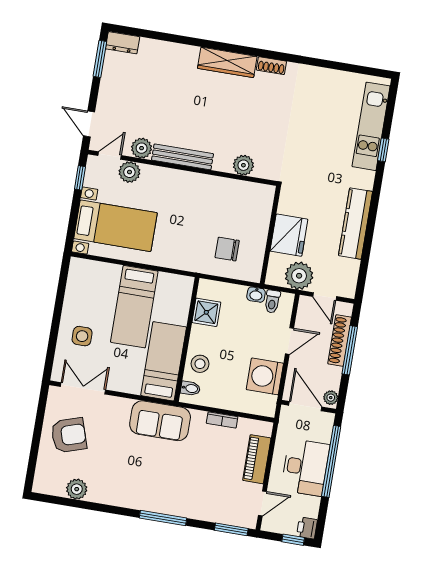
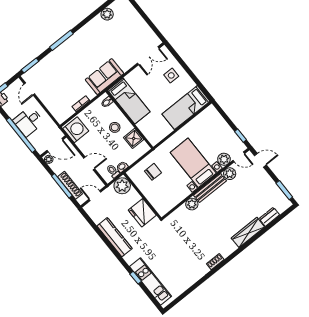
dresser: (123, 43) -> (269, 217), moved
wardrobe: (227, 62) -> (248, 232), moved
door: (110, 156) -> (239, 157), hinge flipped
plant: (243, 165) -> (192, 204), moved
bed with nightstands: (115, 226) -> (193, 163), moved, turned 90
fridge: (289, 235) -> (142, 213), moved
plant: (299, 276) -> (122, 186), moved
bed: (134, 307) -> (186, 108), moved, turned -90
door: (290, 341) -> (89, 163), swing flipped
stool: (200, 364) -> (115, 127), moved
washing machine: (265, 376) -> (76, 130), moved
armchair: (69, 435) -> (133, 32), removed
piano: (257, 459) -> (51, 104), removed
desk: (305, 467) -> (28, 121), width x0.73

